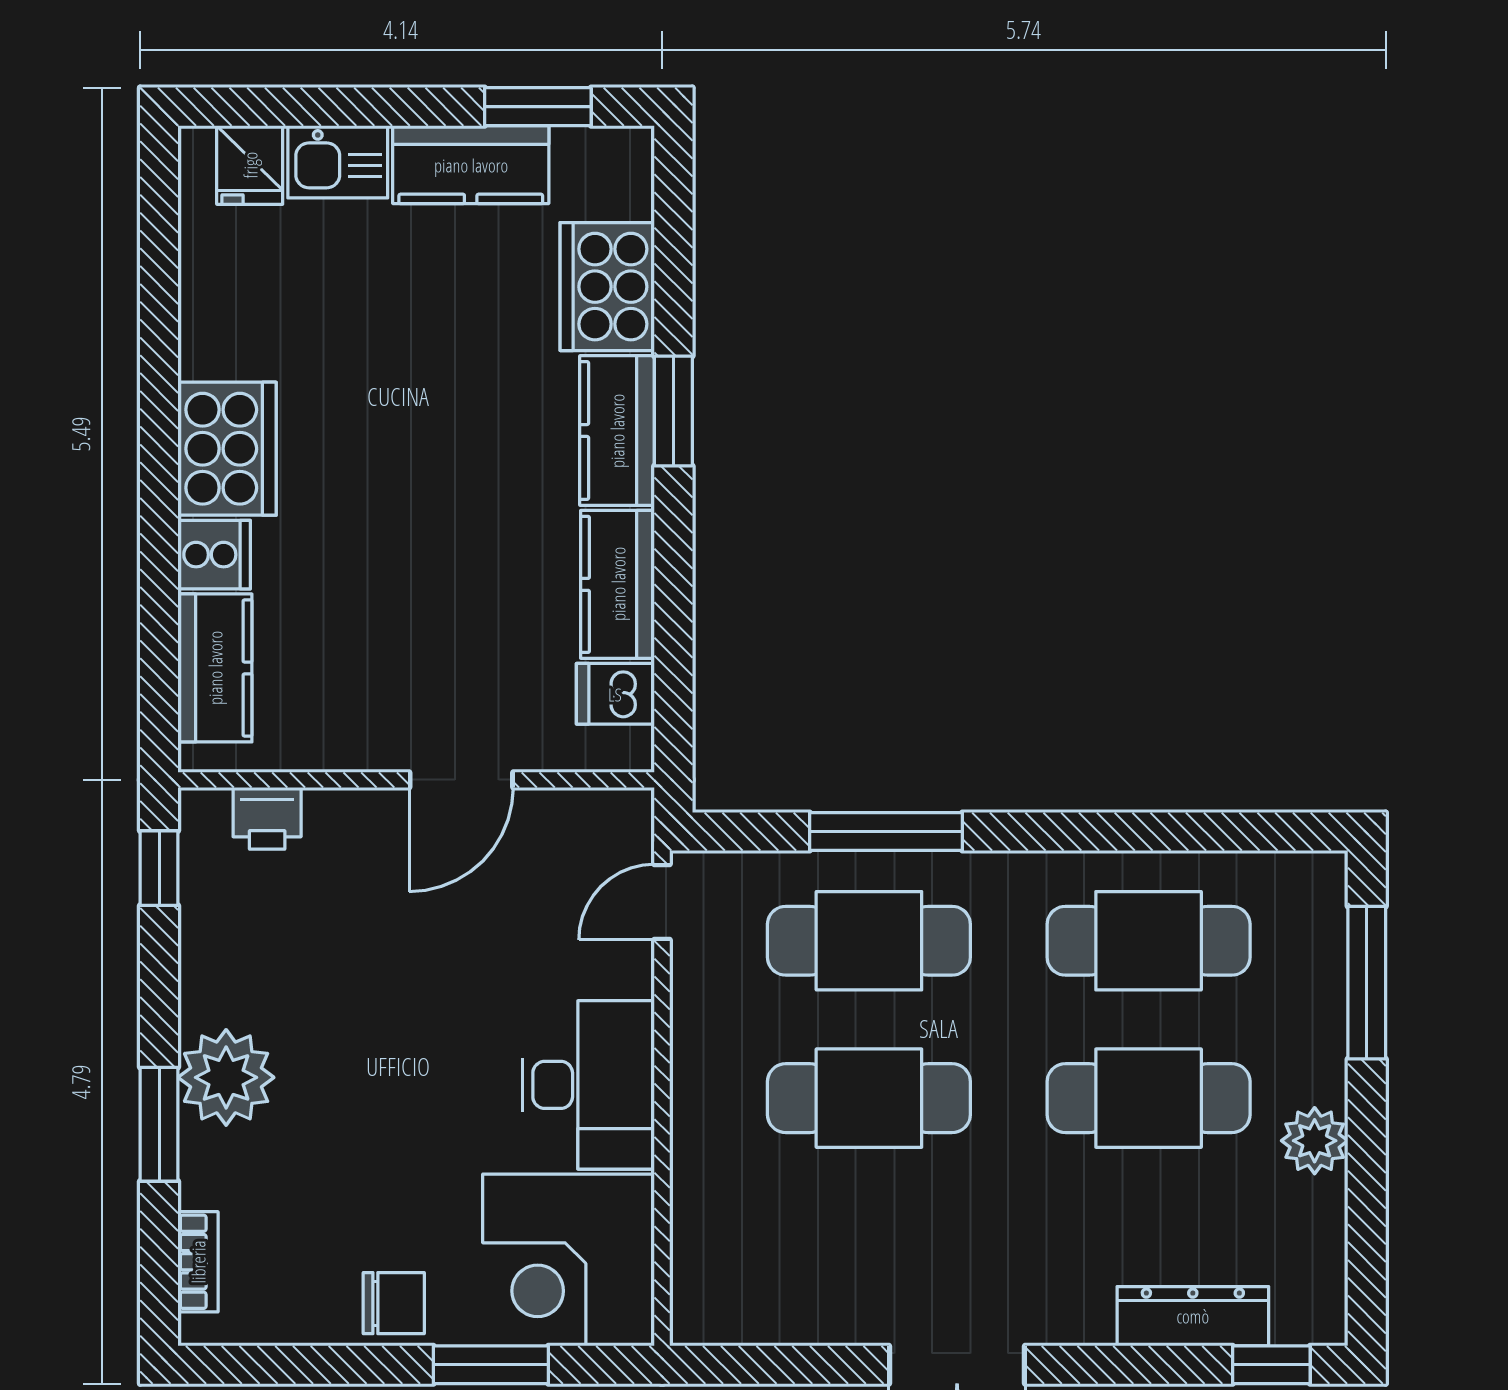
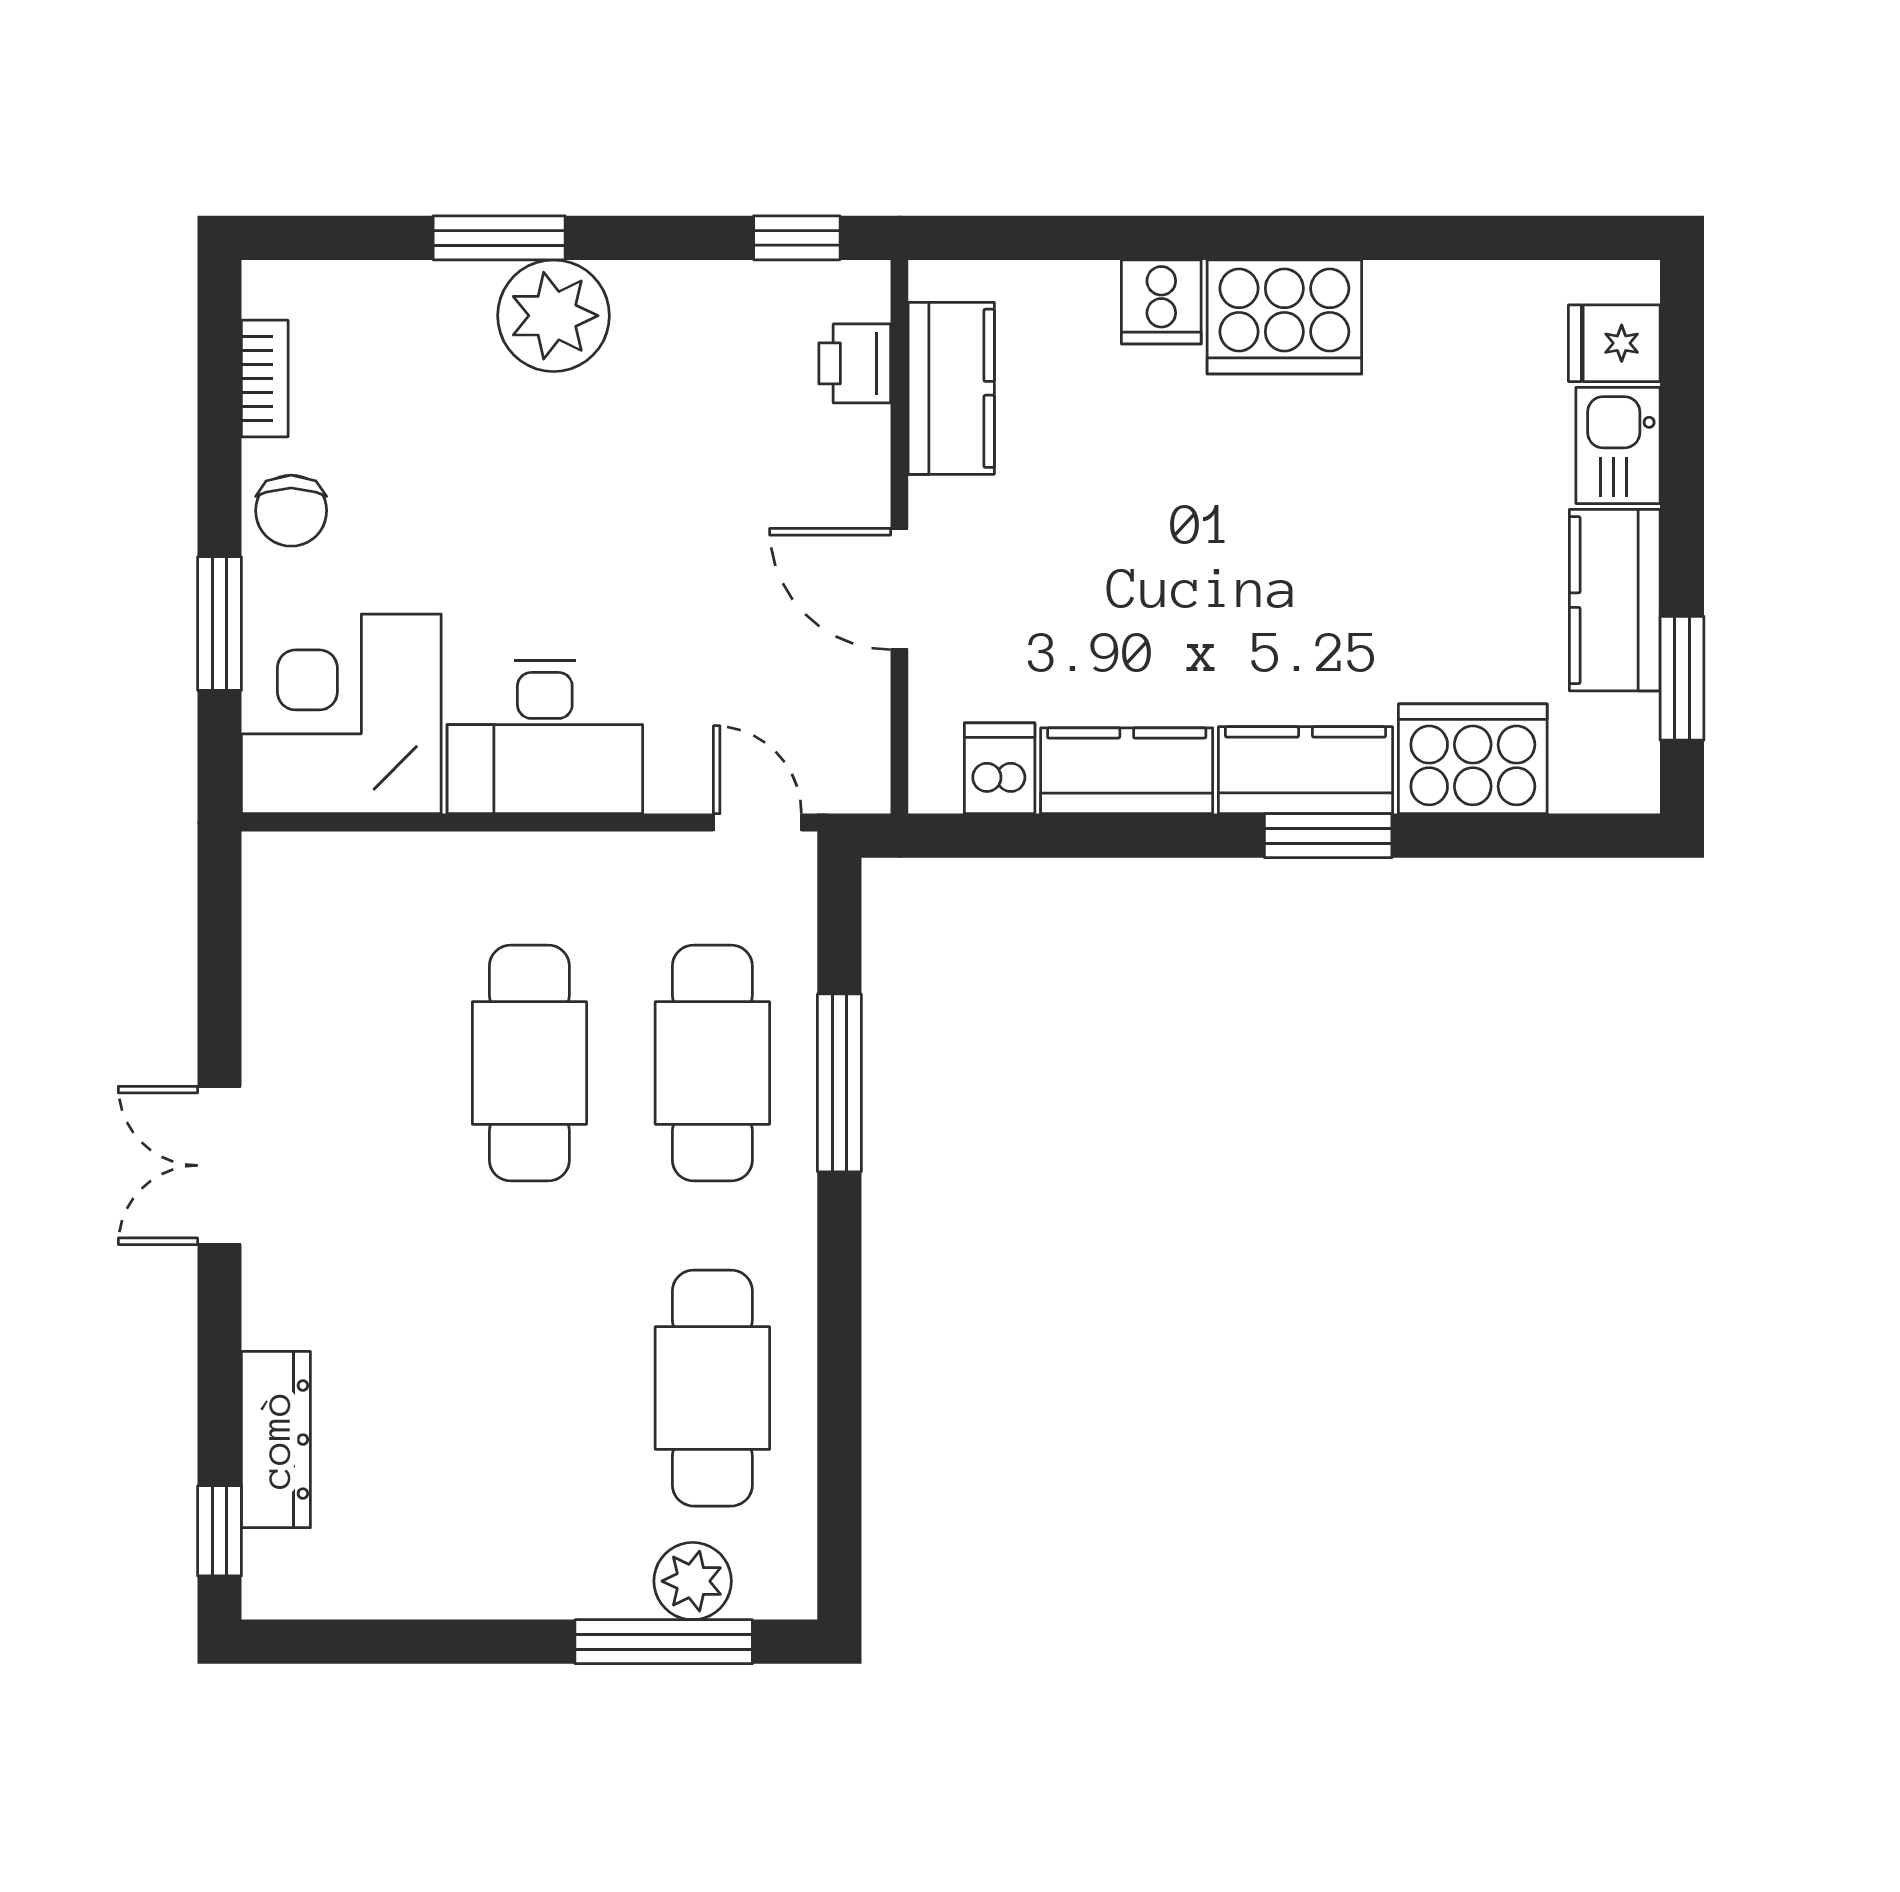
kitchen counter: (215, 668) -> (951, 388), moved, turned -90
cafe table: (1149, 1098) -> (529, 1388), removed
plant: (1315, 1141) -> (693, 1581), moved
bookcase: (198, 1262) -> (265, 378), moved, turned -90

